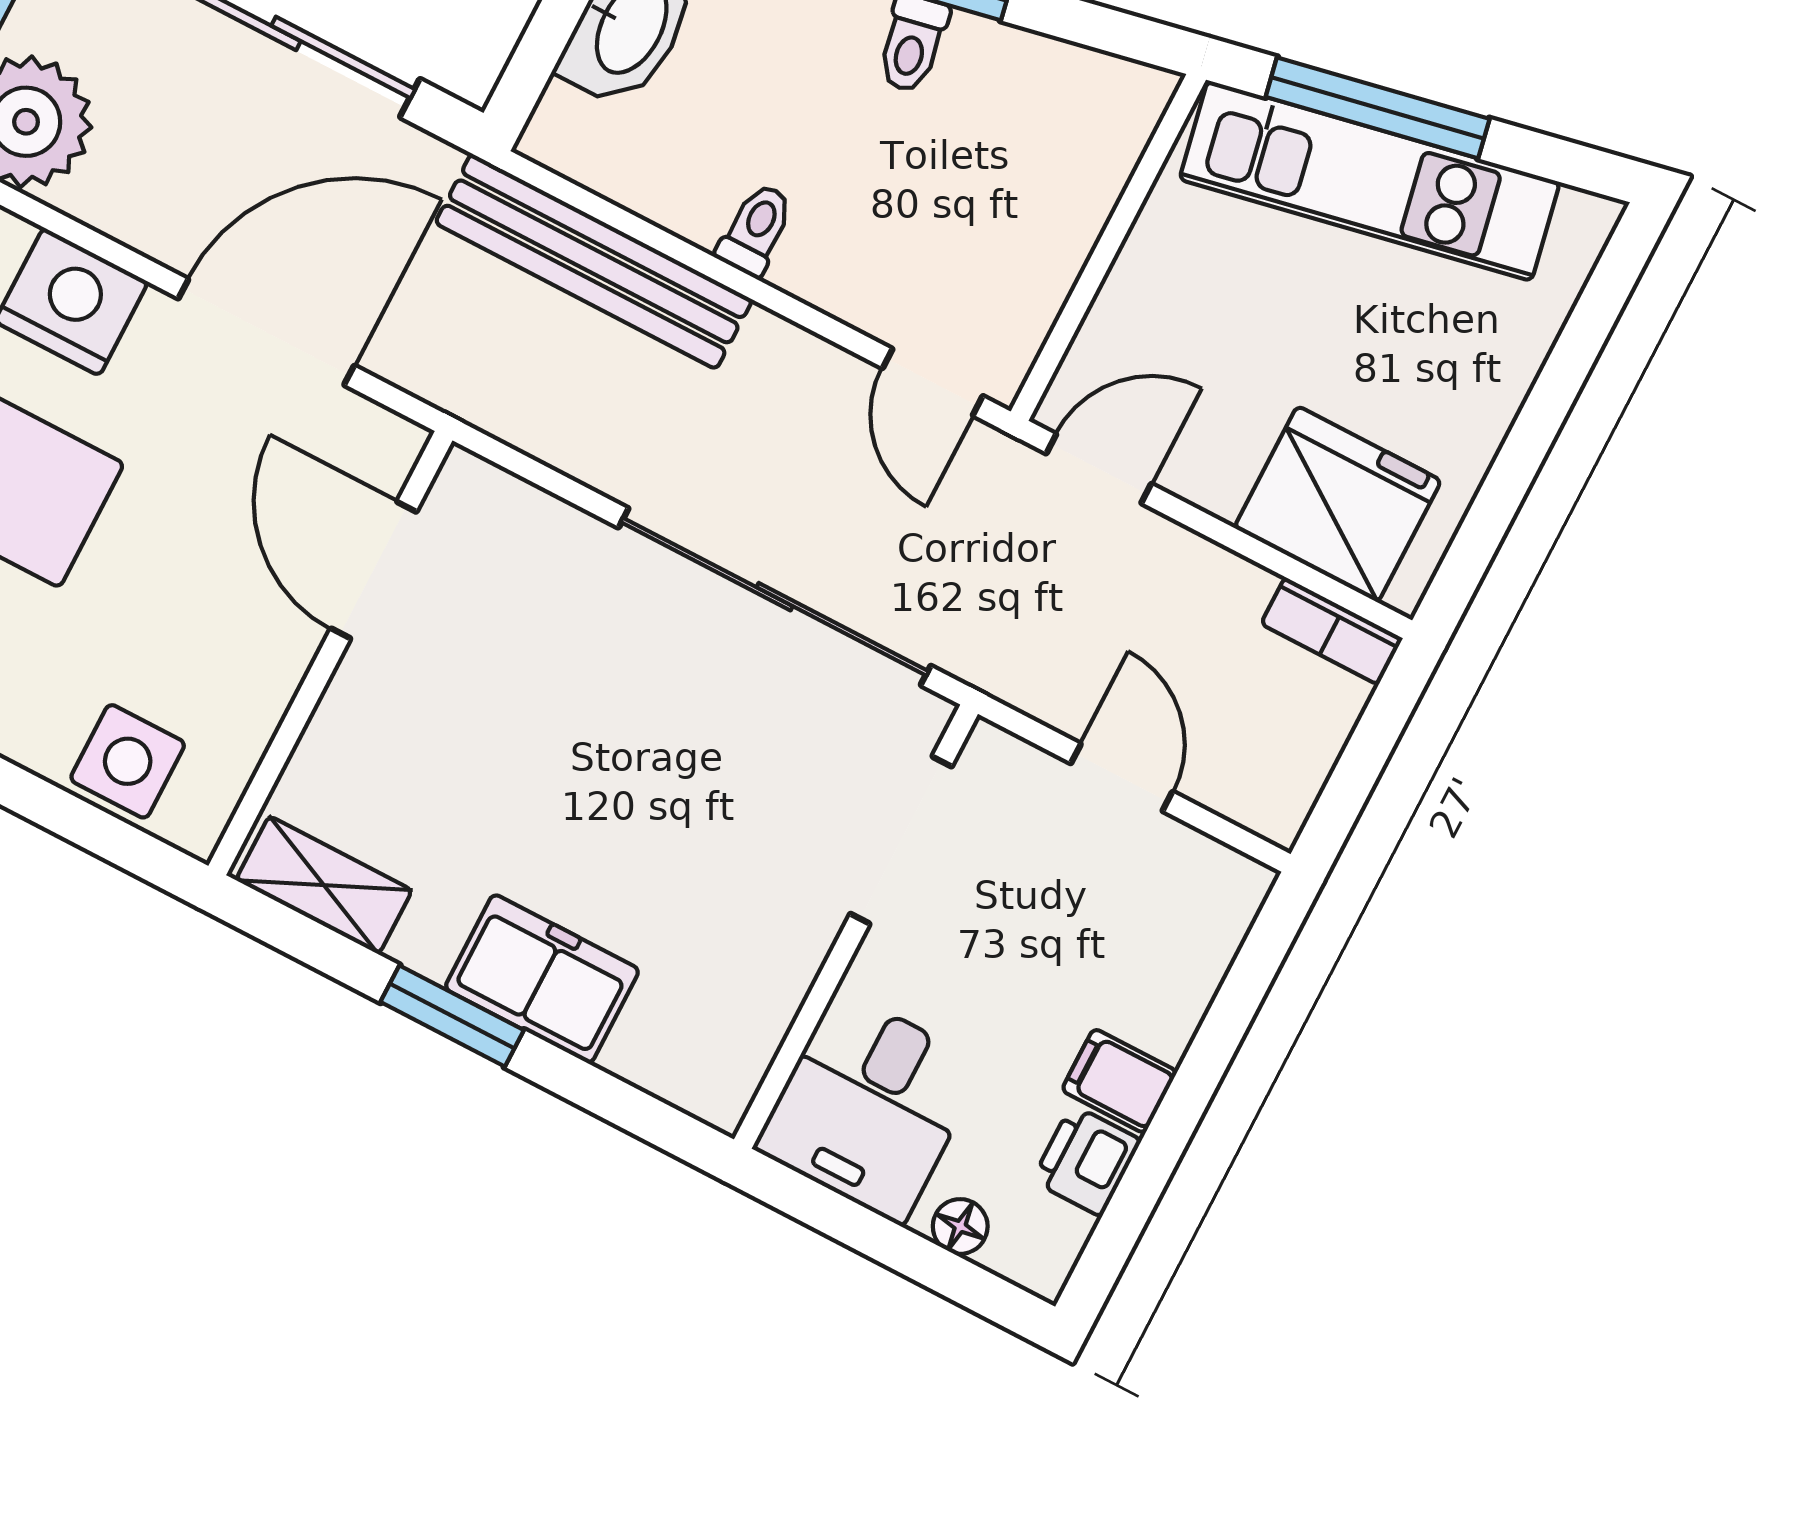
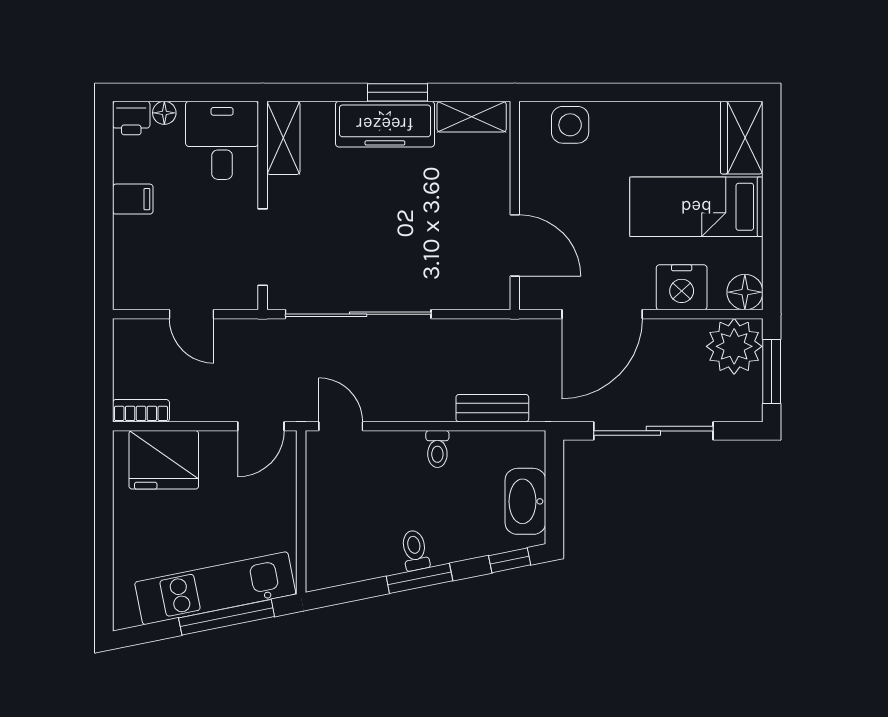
bench: (594, 261) -> (492, 408), width x0.54, depth x0.82
freezer: (542, 979) -> (385, 124), width x1.40
shelving: (739, 1045) -> (283, 138), added
printer: (1087, 1160) -> (131, 118), moved, turned 90

